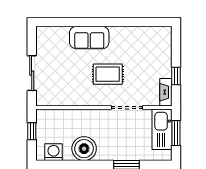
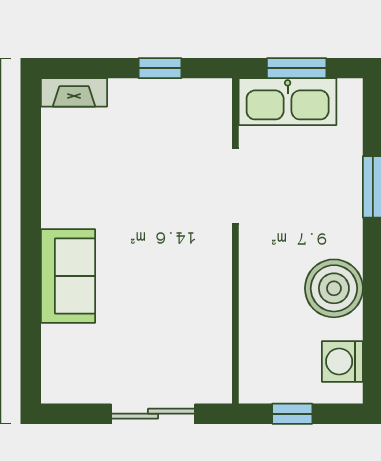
rug: (108, 74) -> (155, 232), removed
fireplace: (166, 92) -> (74, 92), moved

